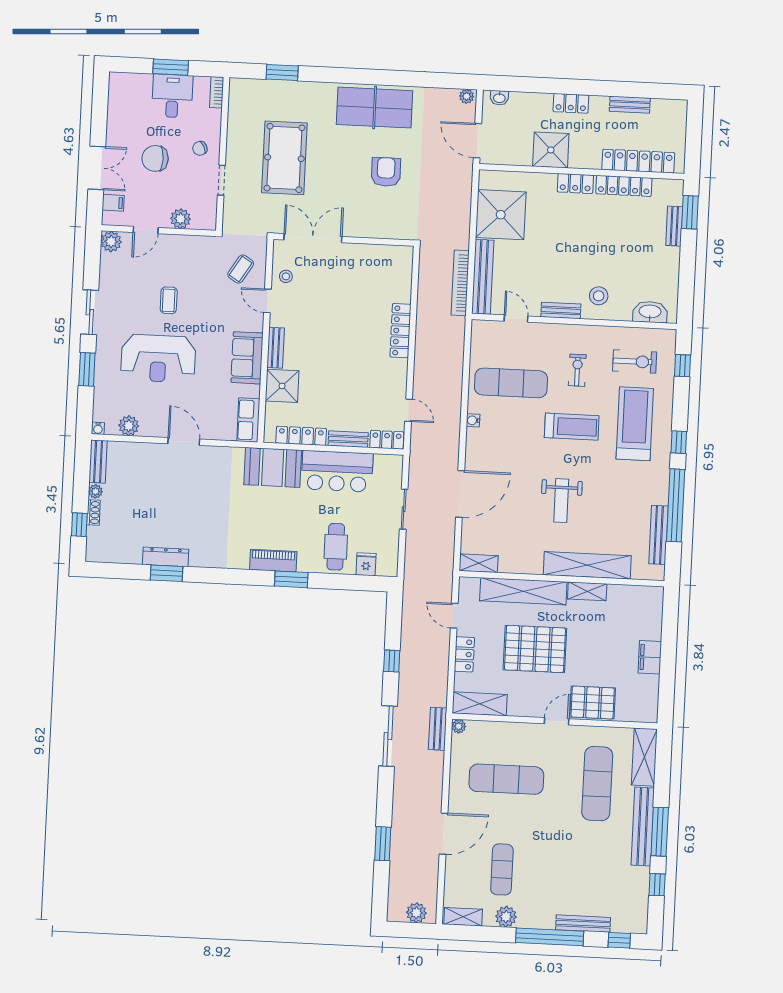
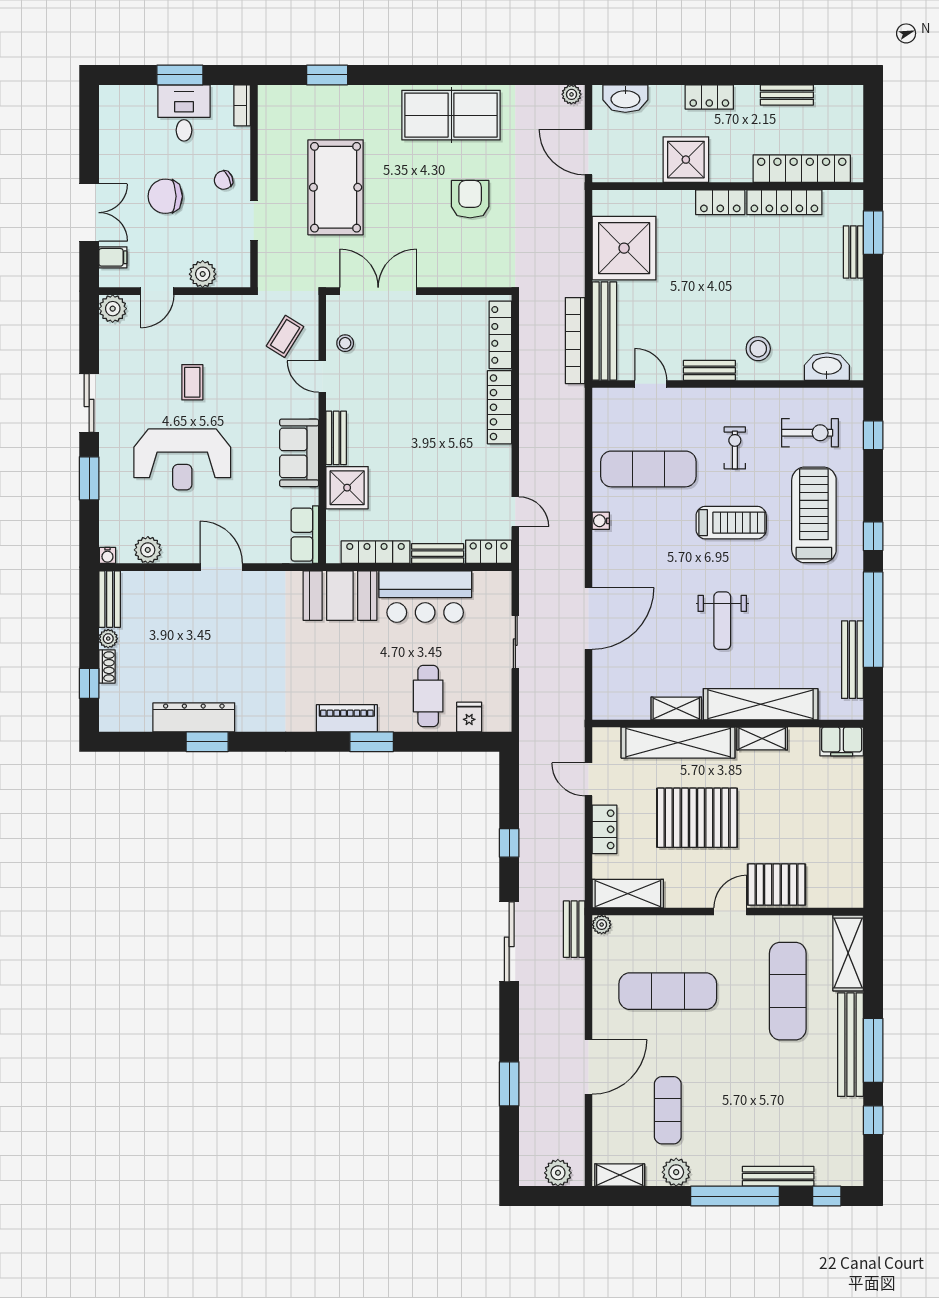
washbasin: (499, 98) -> (625, 99), width x1.91, depth x1.45
locker: (404, 276) -> (500, 335), added
dresser: (166, 557) -> (194, 717), width x1.37, depth x1.24
shelving: (479, 563) -> (676, 708), moved
filing cabinet: (650, 657) -> (842, 742), moved, turned -90

